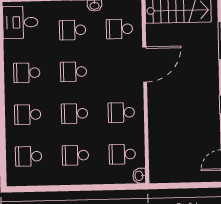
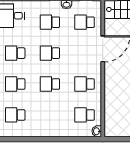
school desk: (75, 155) -> (50, 115), removed

